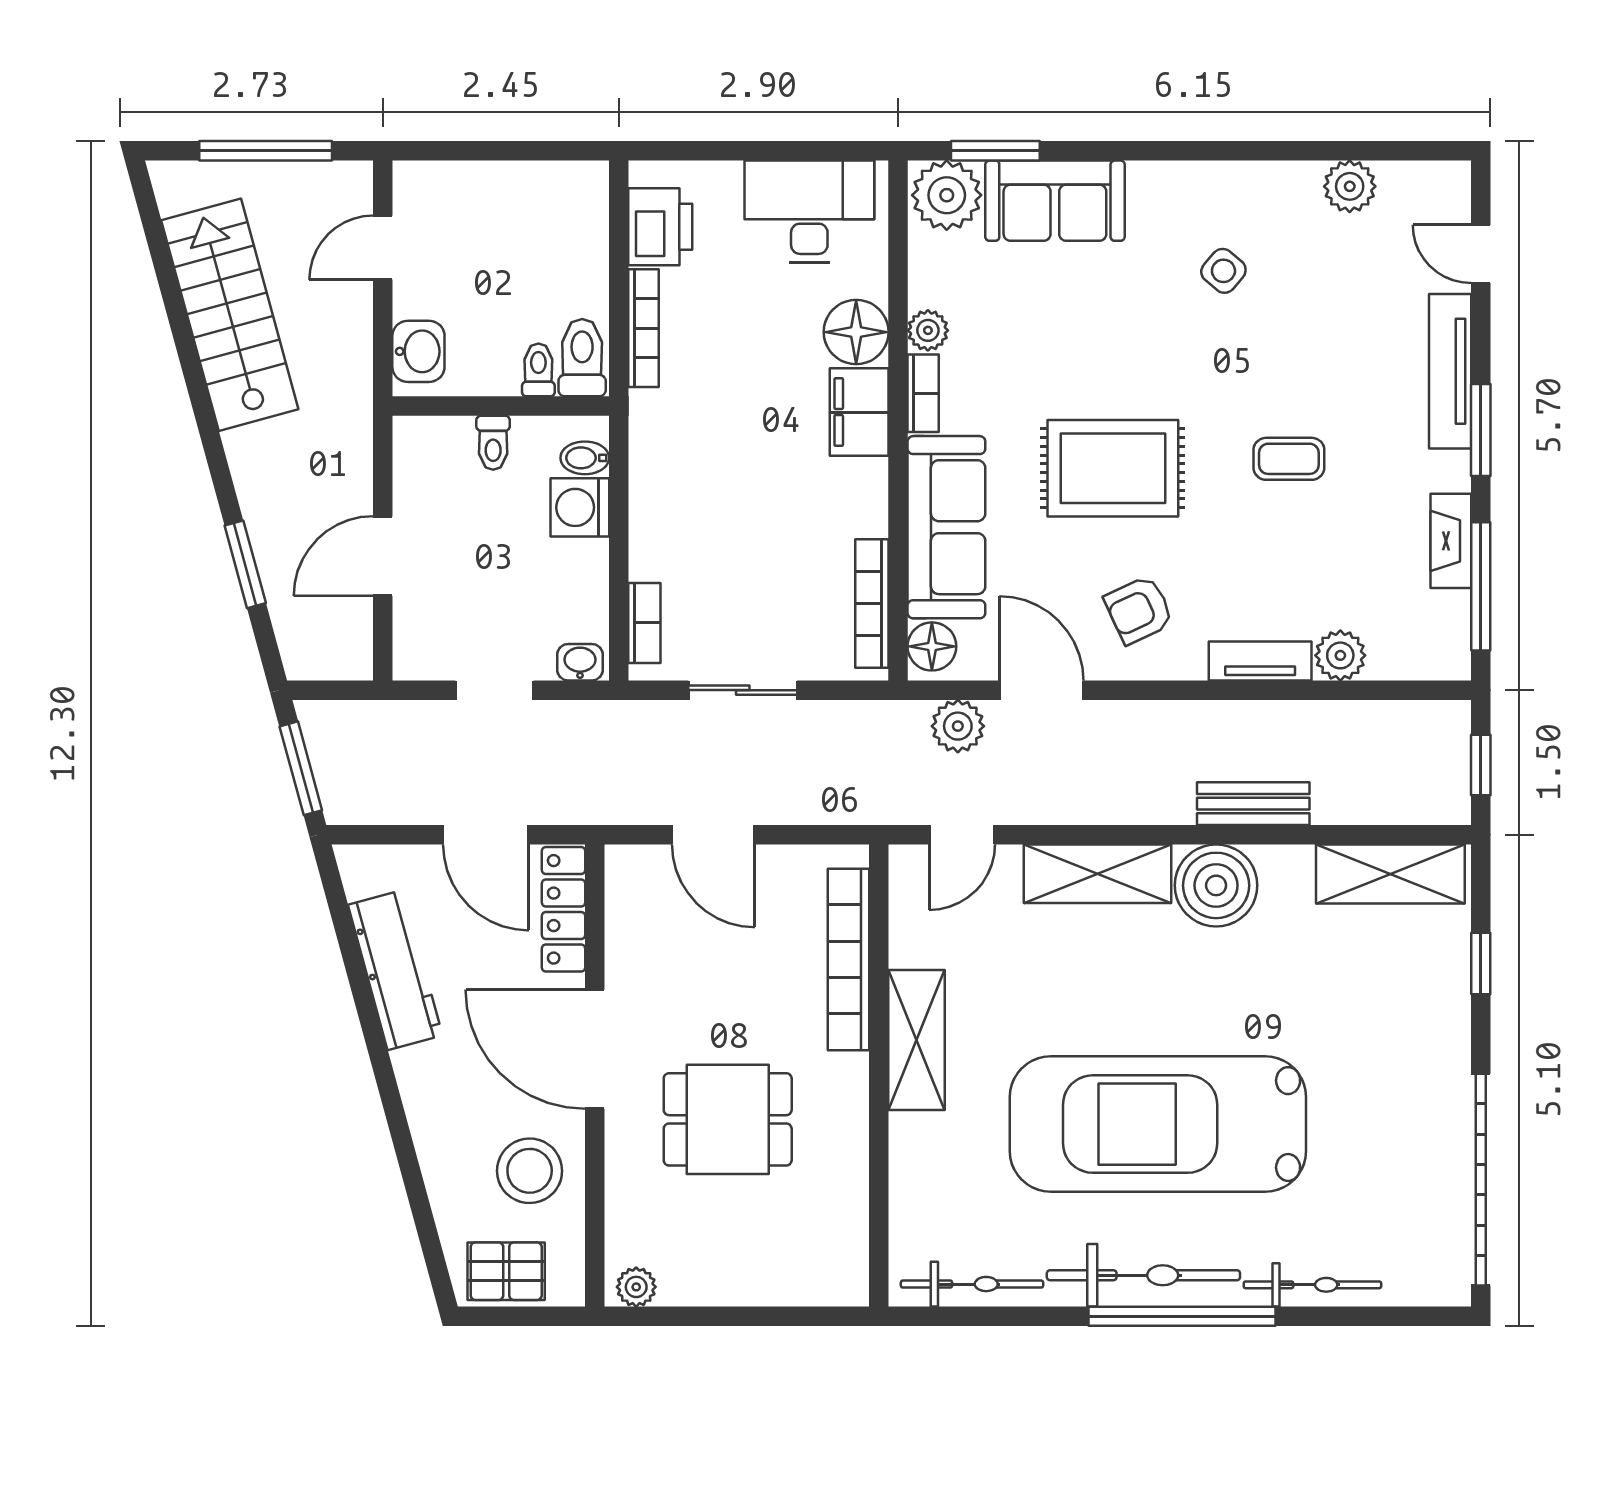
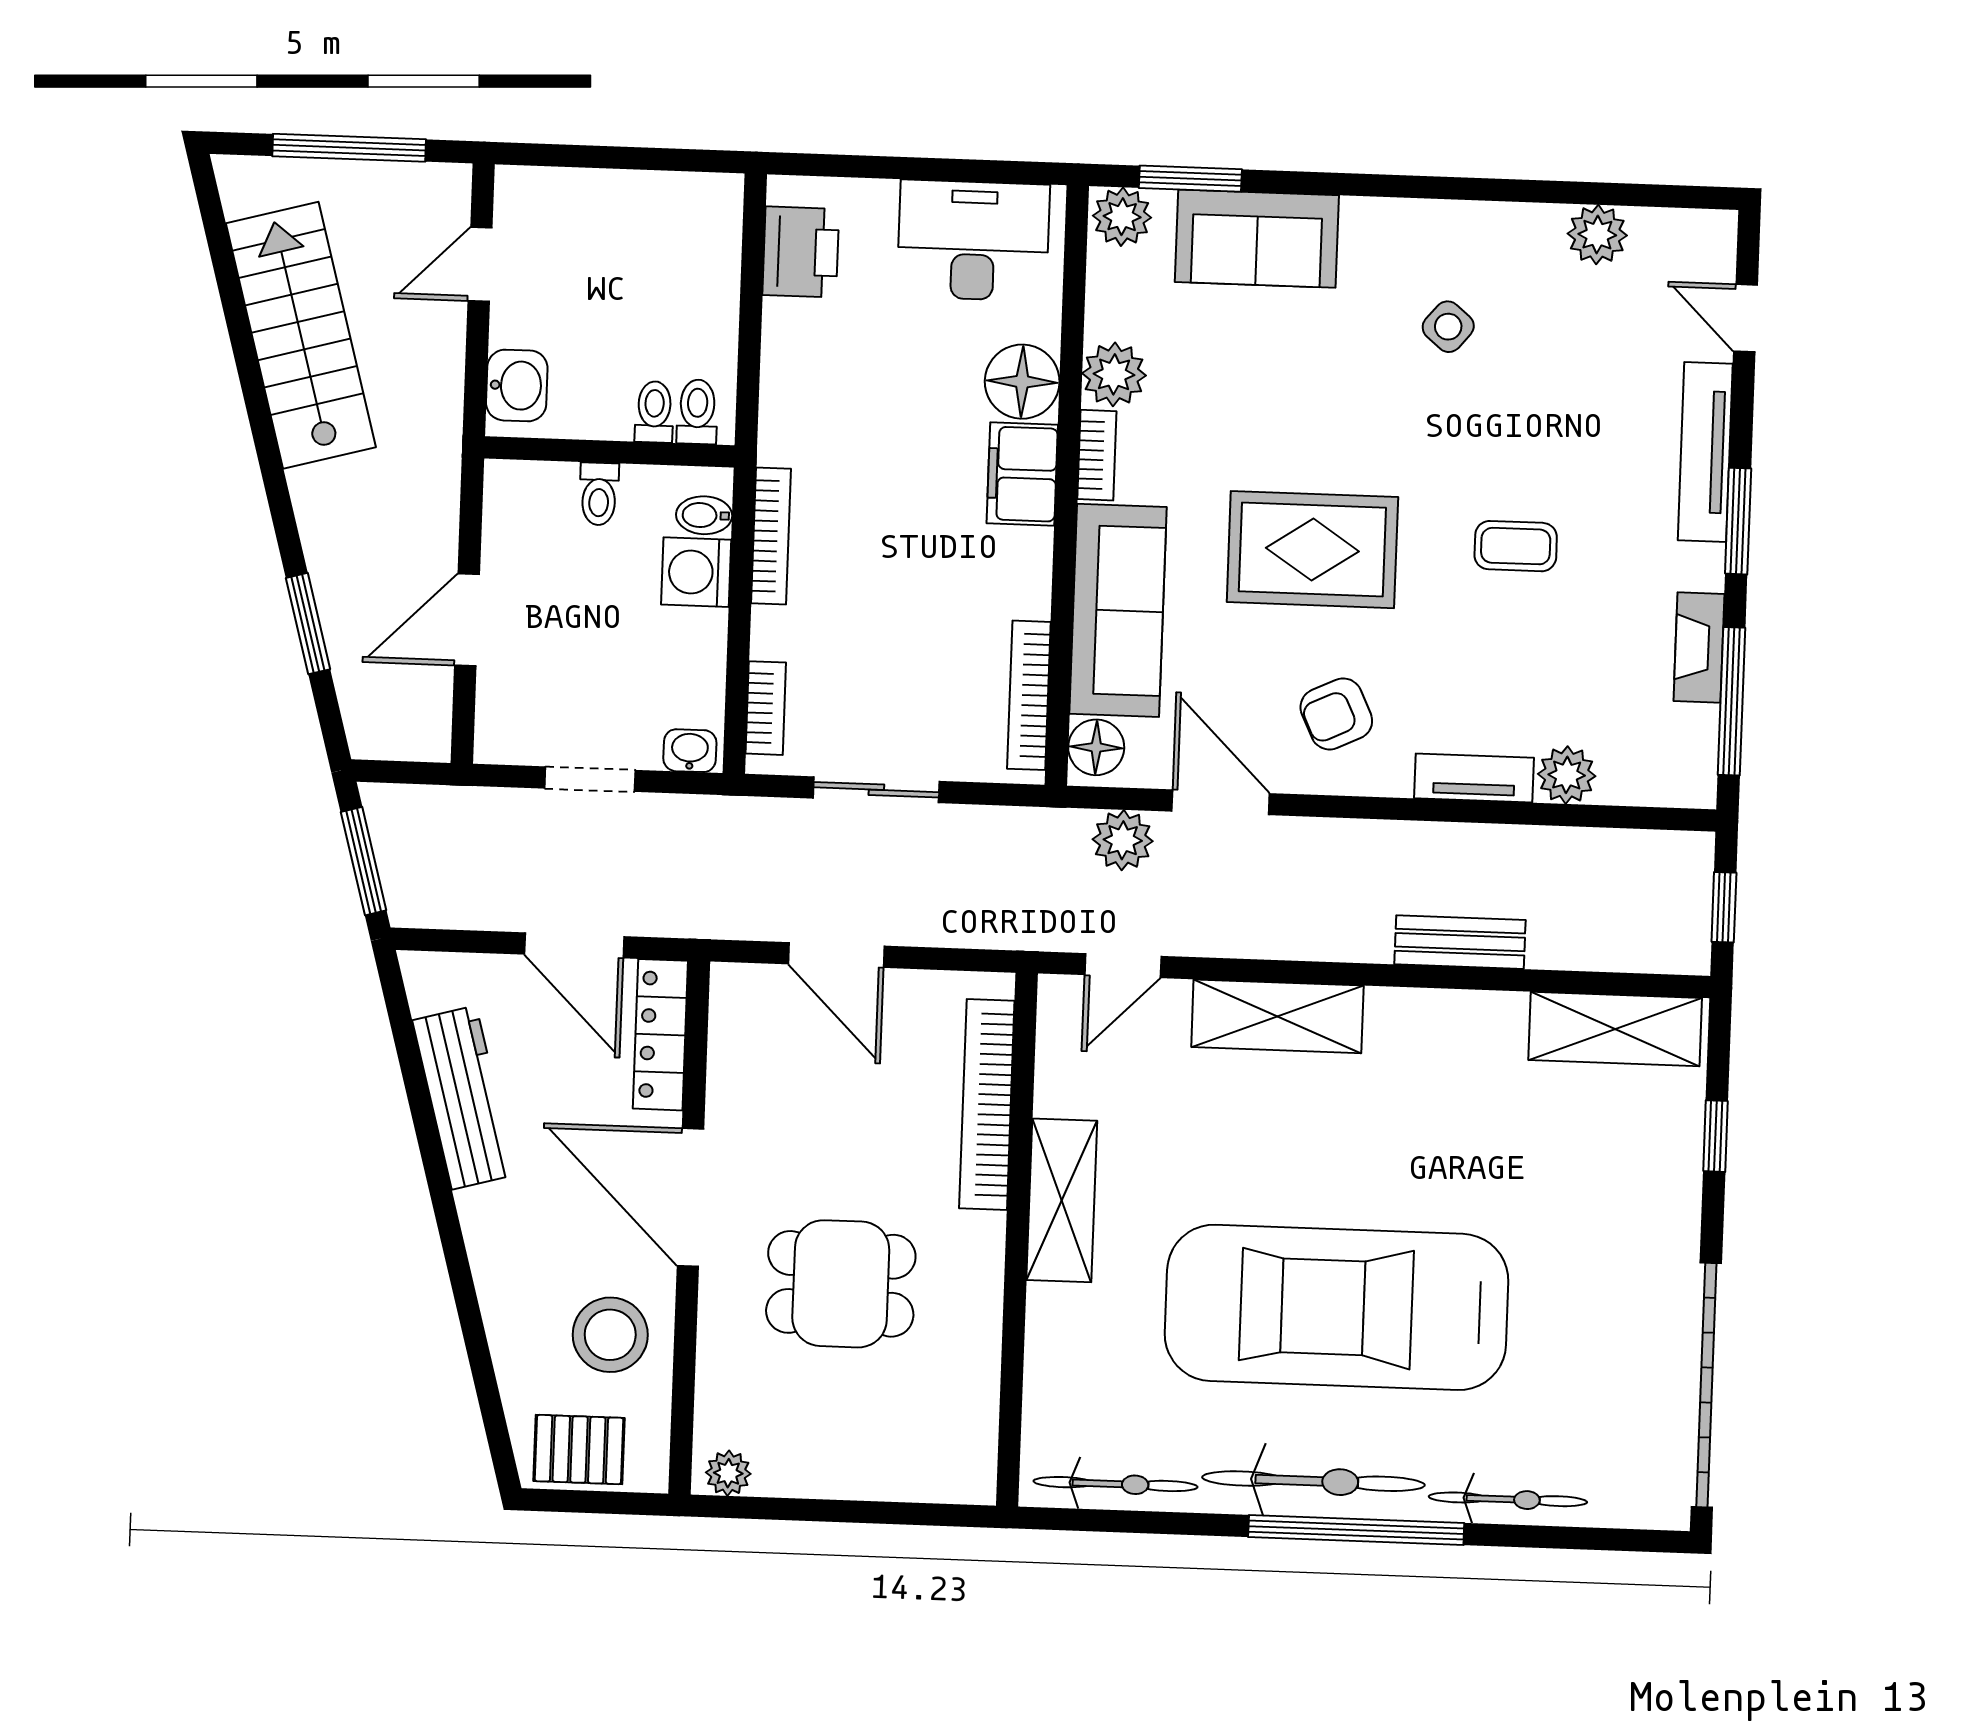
plant: (947, 195) -> (1122, 217), width x0.73, depth x0.73
bookcase: (643, 328) -> (771, 536), moved
plant: (928, 330) -> (1114, 374), width x1.38, depth x1.38
toilet: (582, 358) -> (697, 412), width x0.73, depth x0.72
boiler: (1216, 885) -> (1414, 1035), removed

